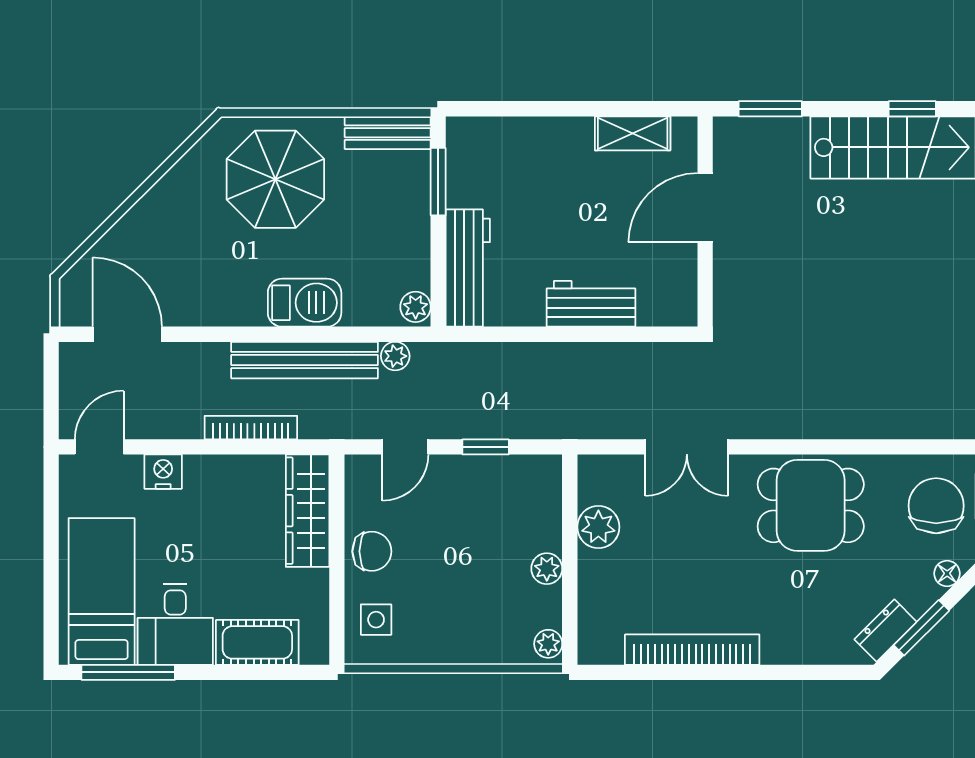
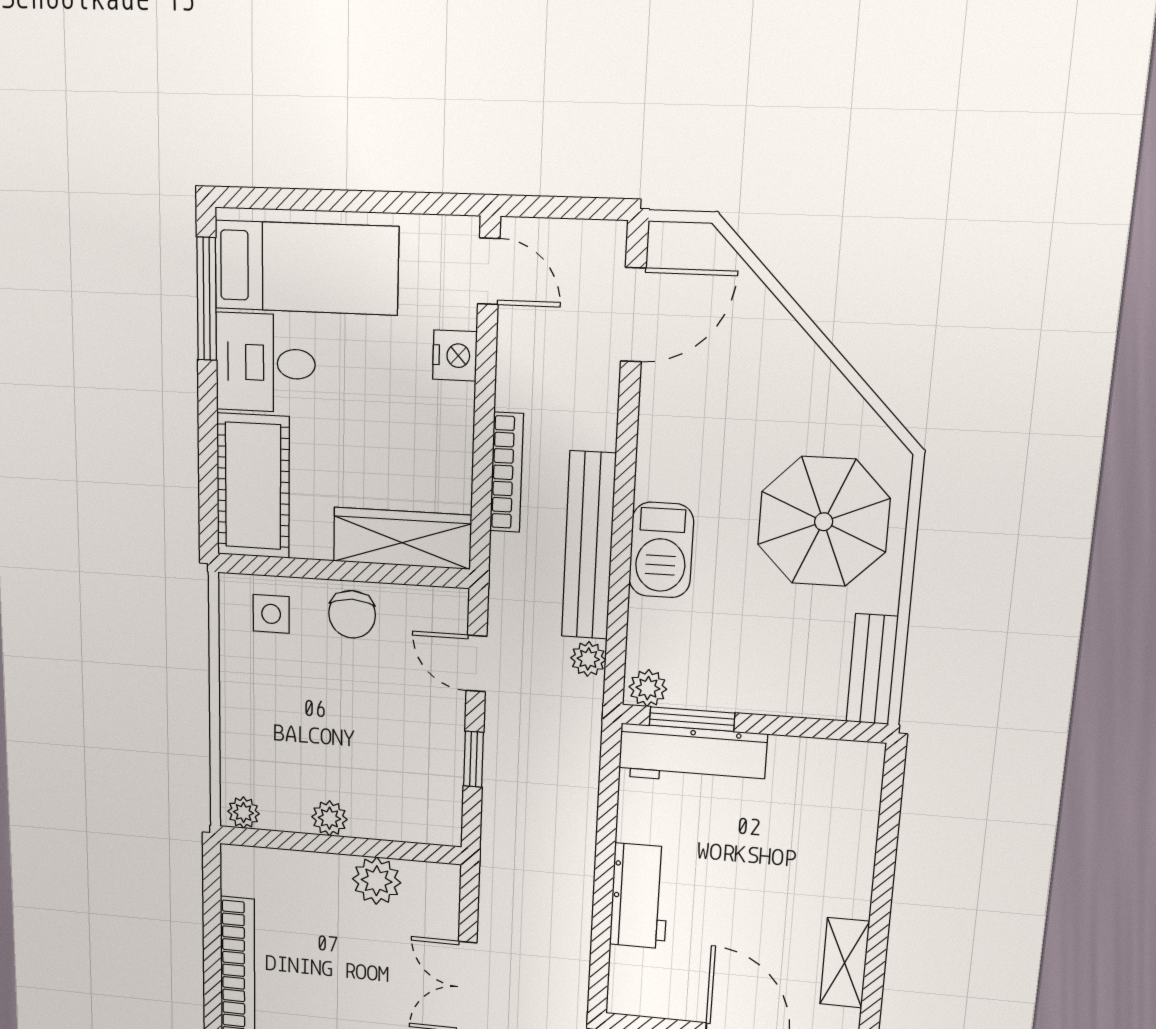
window: (438, 182) -> (692, 719), moved
cot: (257, 642) -> (253, 486), width x1.37, depth x1.34

